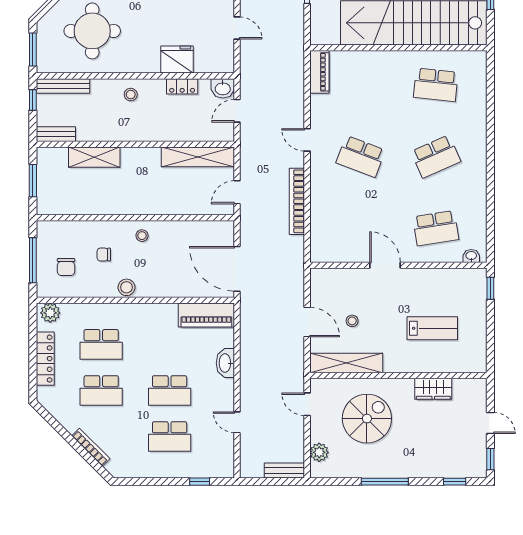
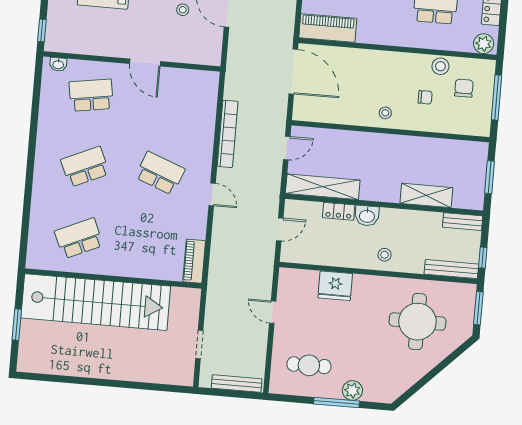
school desk: (436, 85) -> (79, 238), turned -30
locker: (182, 86) -> (339, 211), moved, turned 180
washbasin: (223, 88) -> (367, 216), moved, turned 180
stool: (127, 287) -> (440, 66), moved

